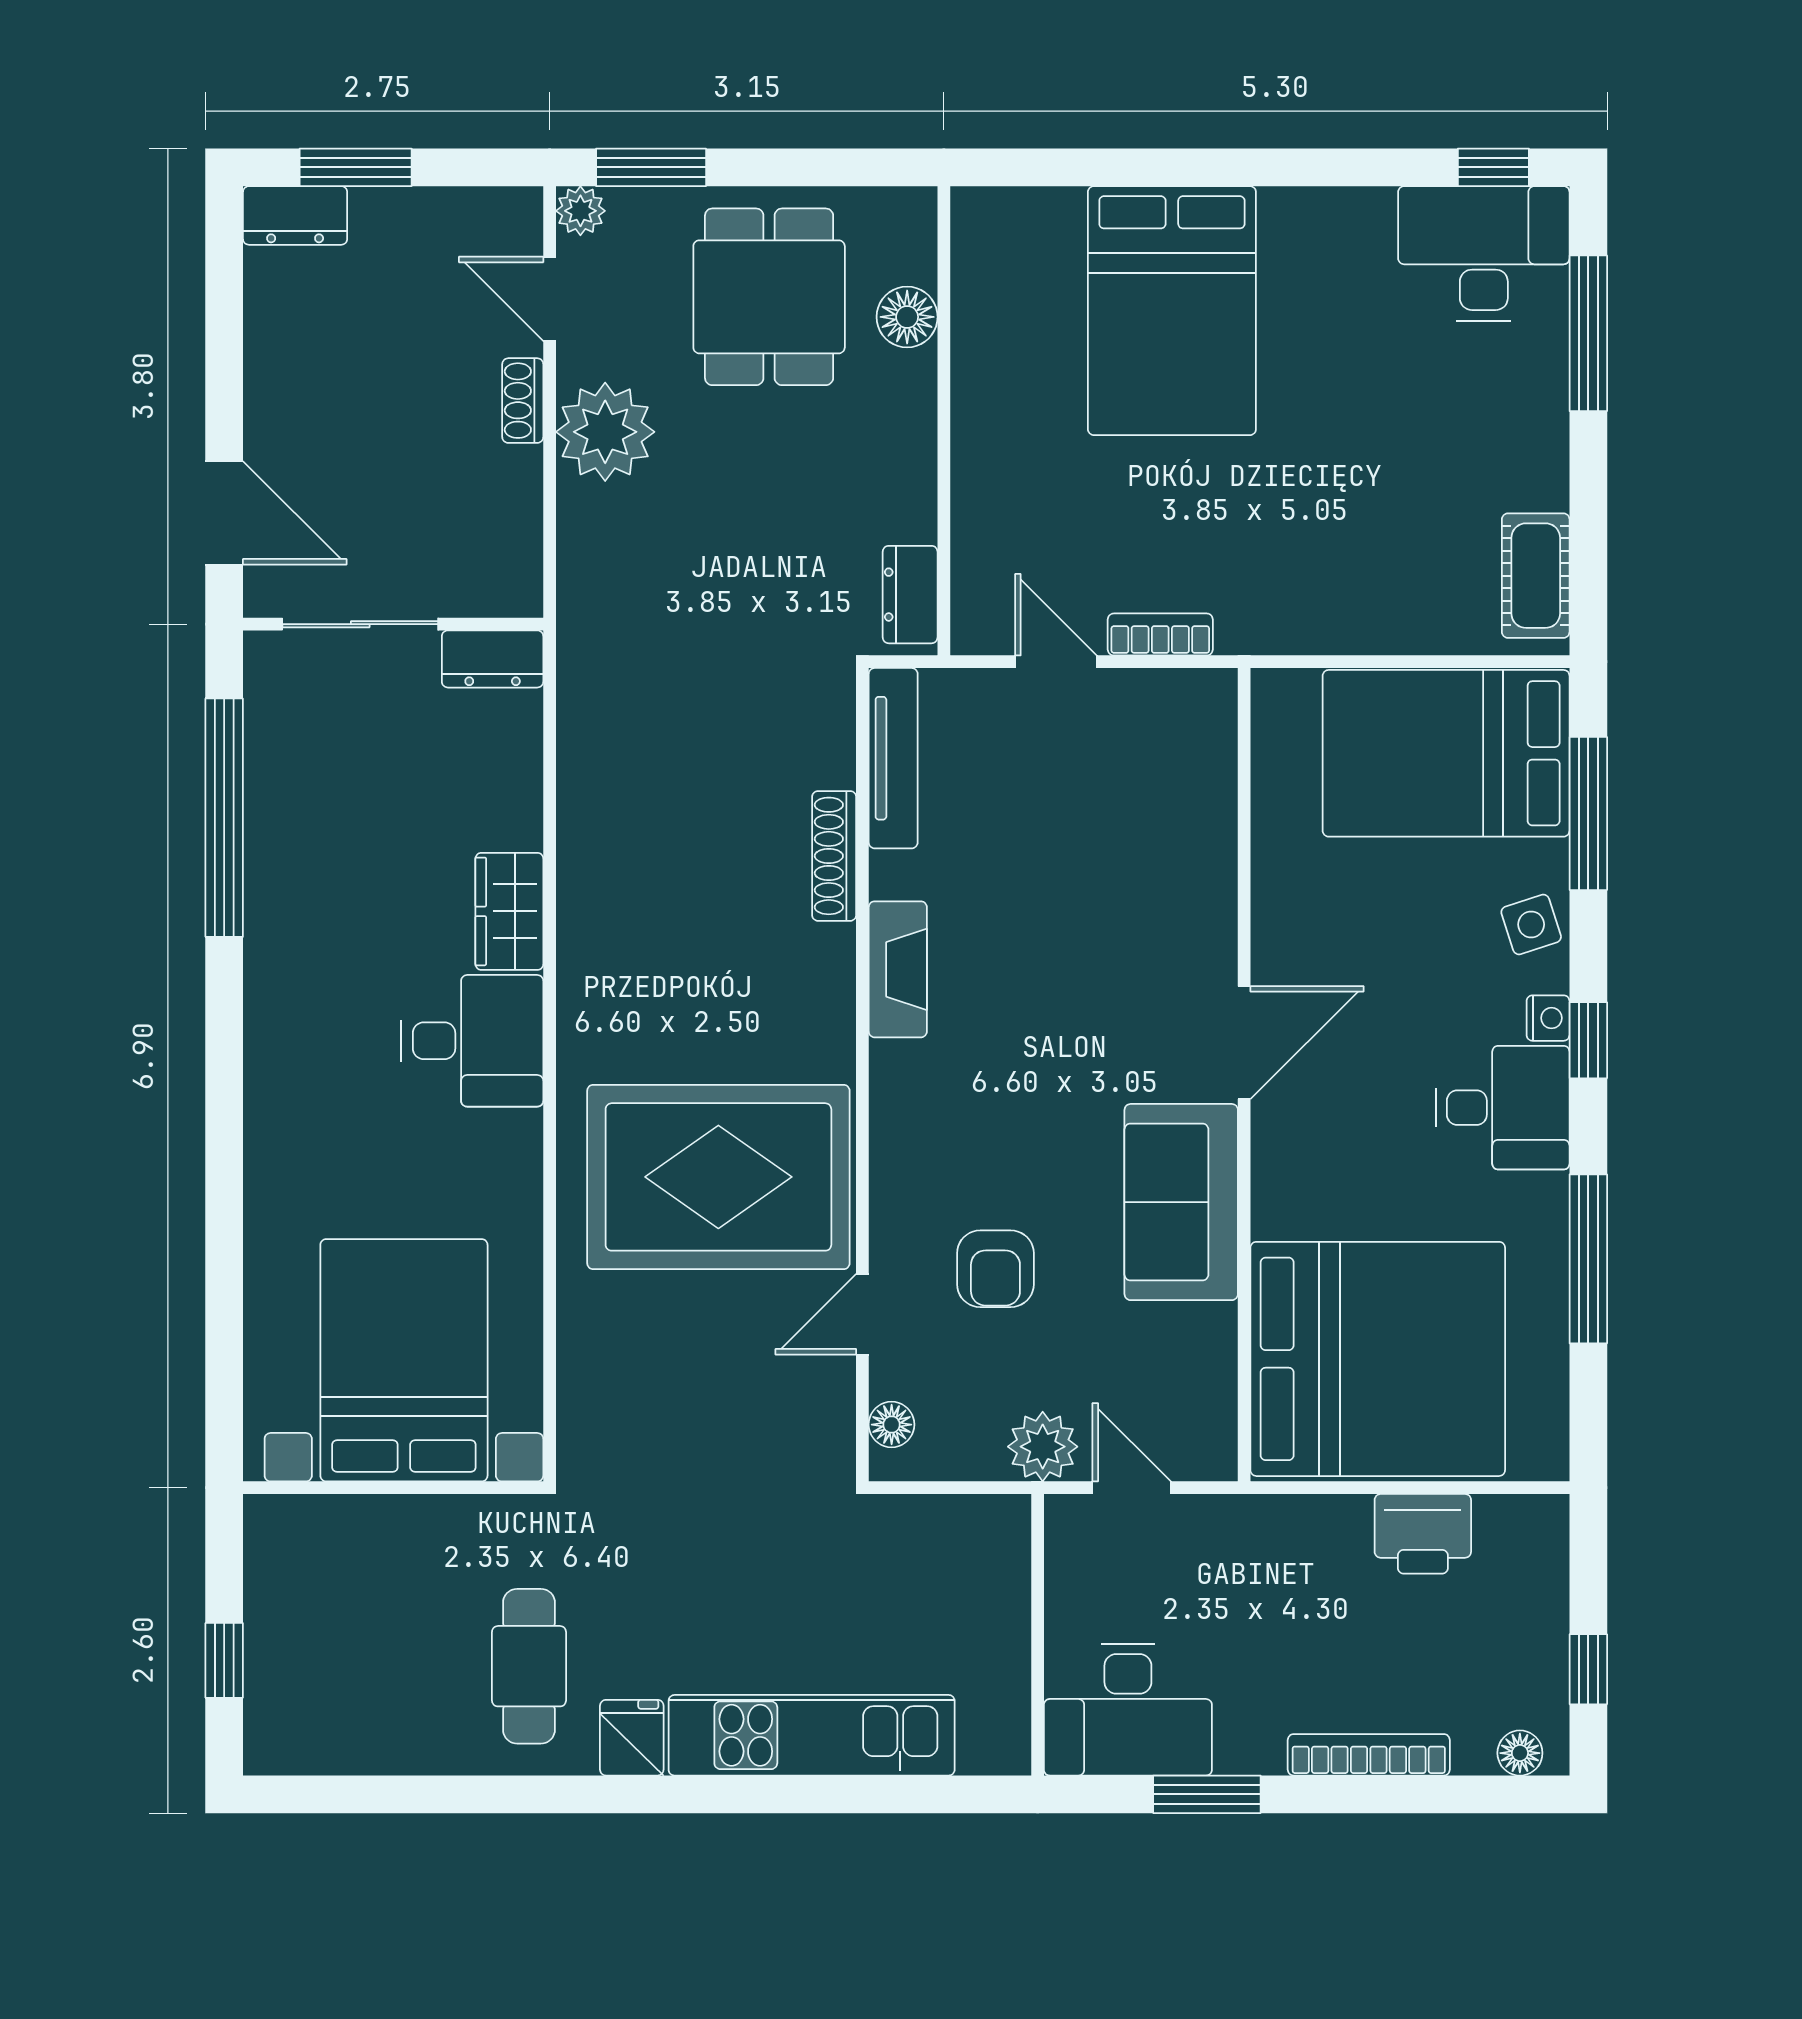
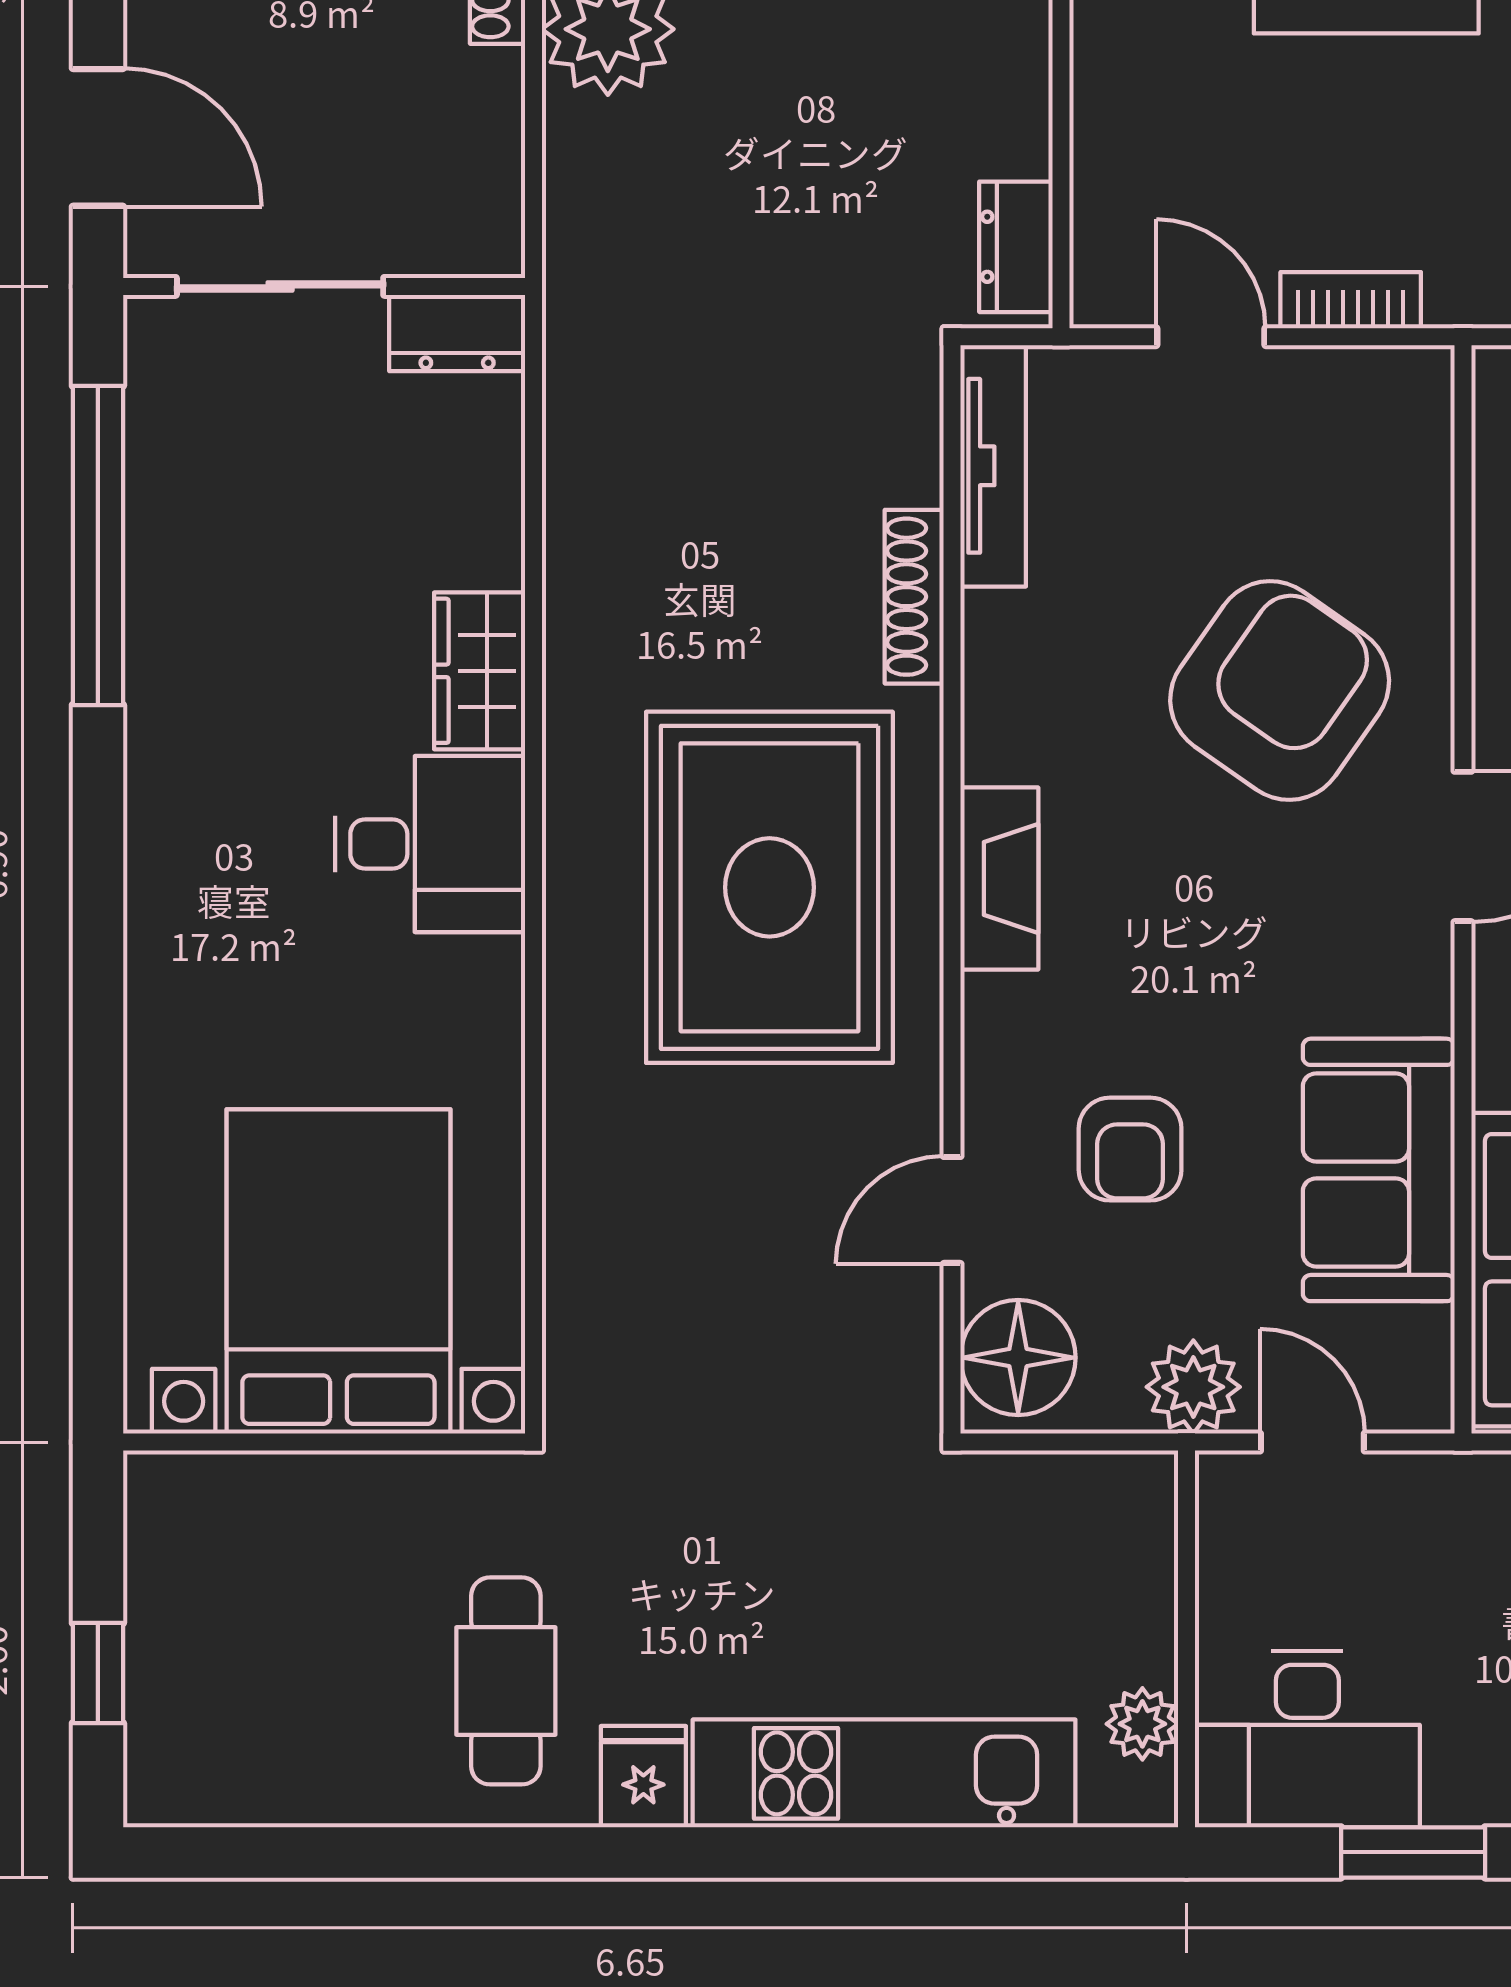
armchair: (1107, 926) -> (1280, 691), added
fireplace: (898, 969) -> (999, 879), moved
rug: (718, 1177) -> (769, 887), moved, turned 90
sofa: (1181, 1202) -> (1379, 1170), moved
floor lamp: (892, 1425) -> (1018, 1358), width x1.89, depth x1.89
plant: (1005, 1698) -> (1142, 1724), added

